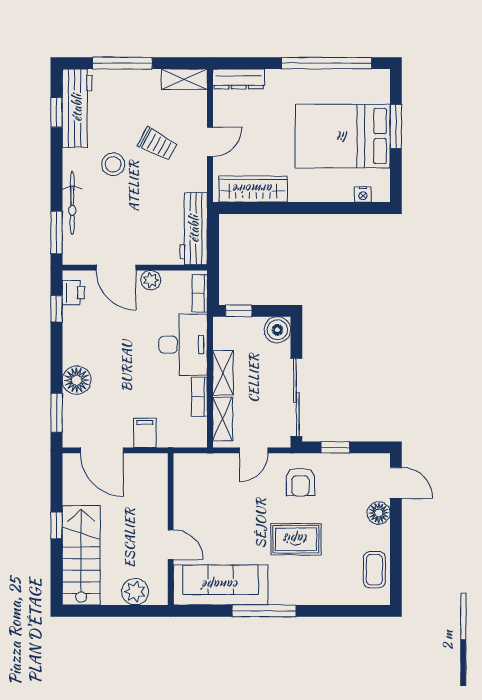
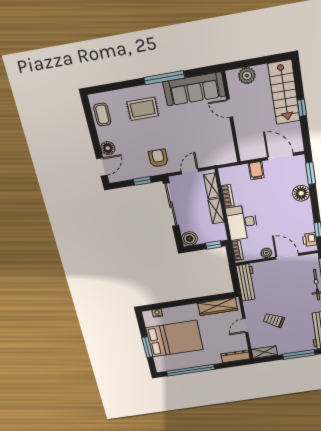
stool: (113, 164) -> (297, 307), removed
door: (396, 483) -> (102, 167), swing flipped
rug: (296, 539) -> (143, 109), moved

